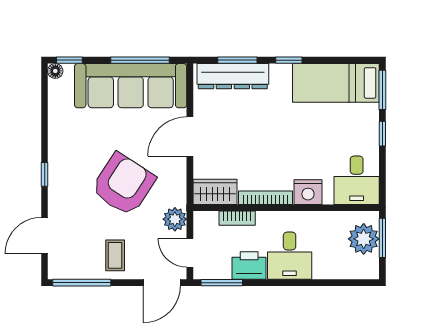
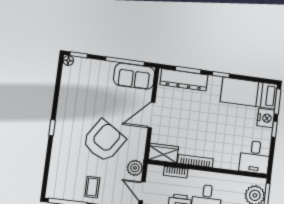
sofa: (131, 86) -> (134, 76), width x0.54, depth x0.79
nightstand: (308, 192) -> (266, 118), moved, turned -90
door: (45, 236) -> (47, 168), removed

